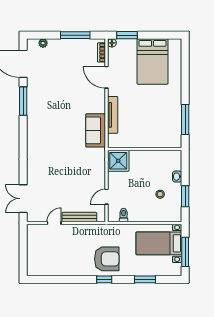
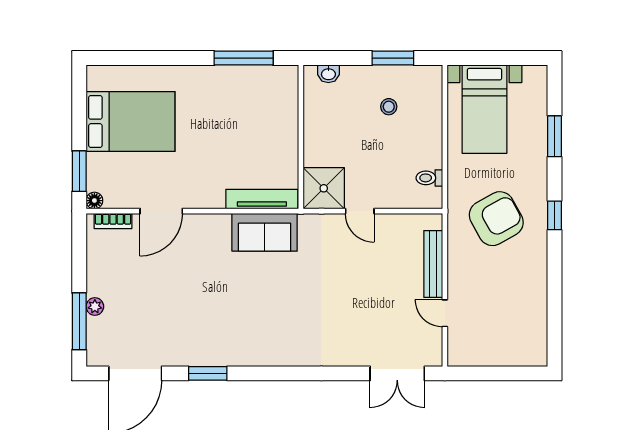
window: (75, 35) -> (79, 321), moved
plant: (43, 43) -> (95, 307), moved
window: (23, 101) -> (208, 373), width x0.69
tv unit: (113, 115) -> (262, 199), moved
washbasin: (177, 177) -> (328, 74), moved
door: (106, 197) -> (360, 211), moved
window: (185, 252) -> (501, 58), removed
armchair: (107, 259) -> (496, 219), moved, turned 61

